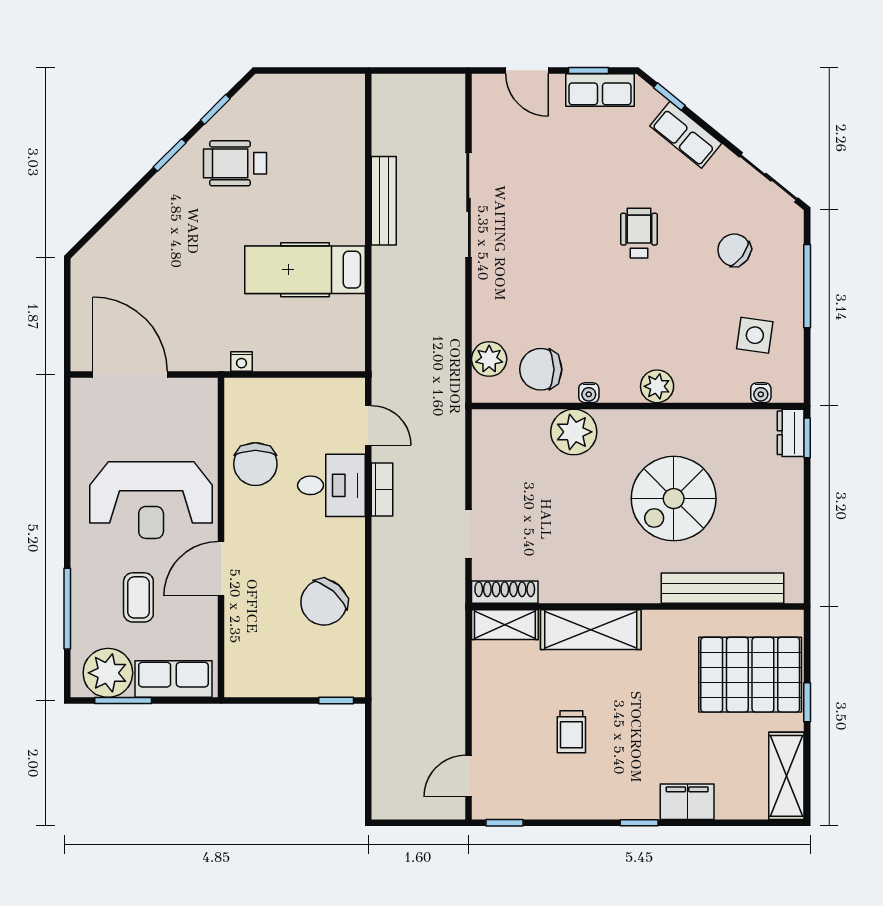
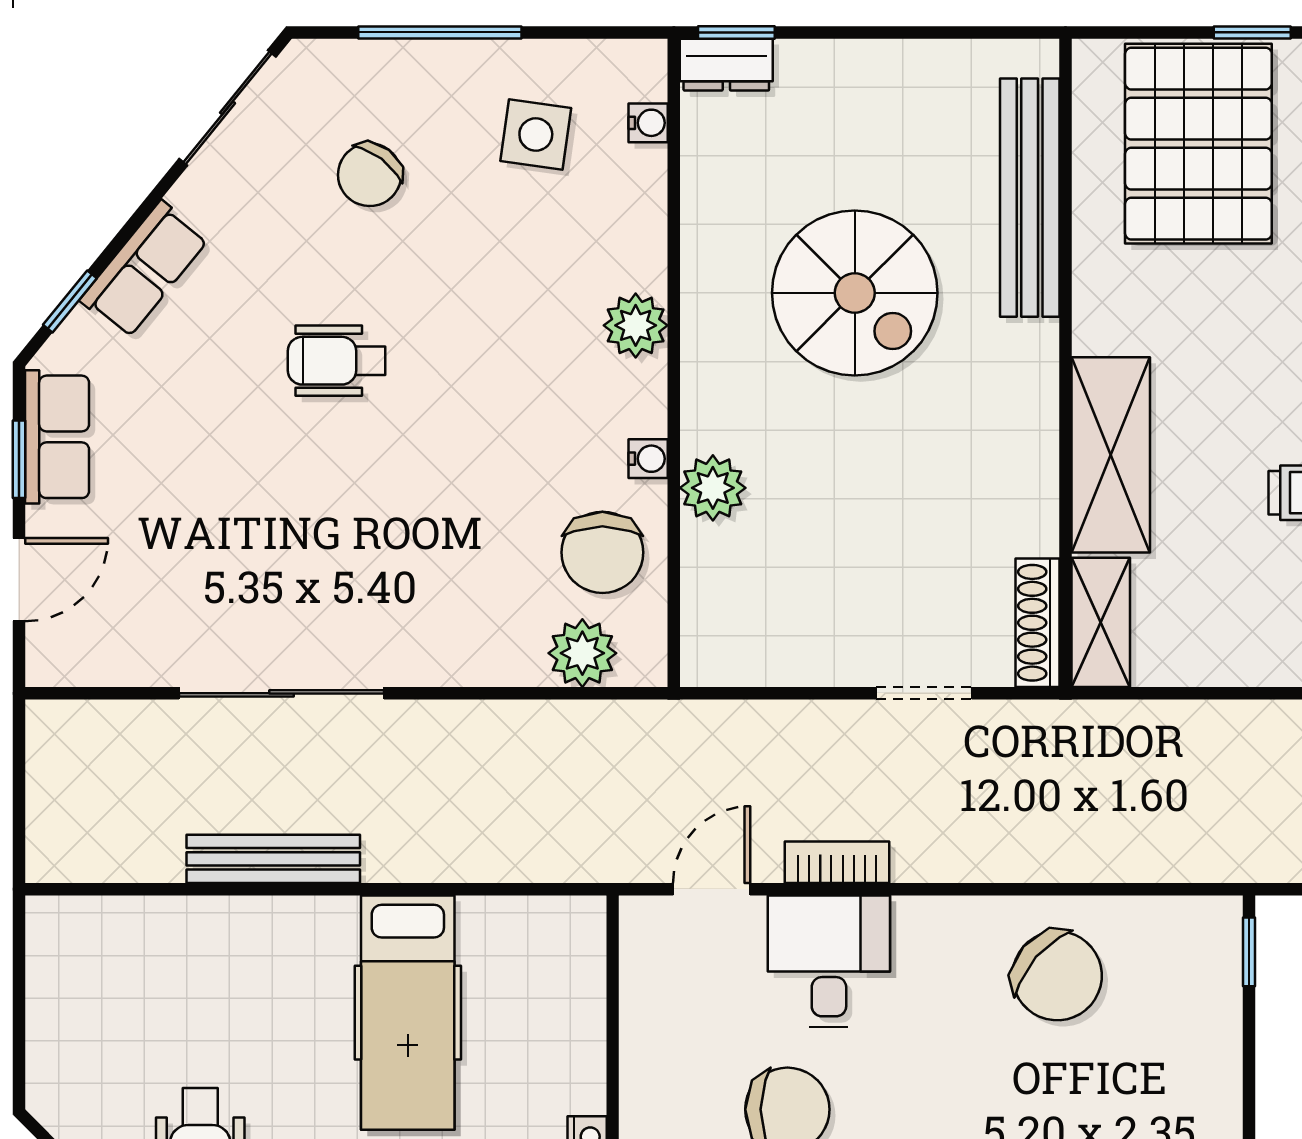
plant: (574, 432) -> (713, 488), width x0.73, depth x0.73

